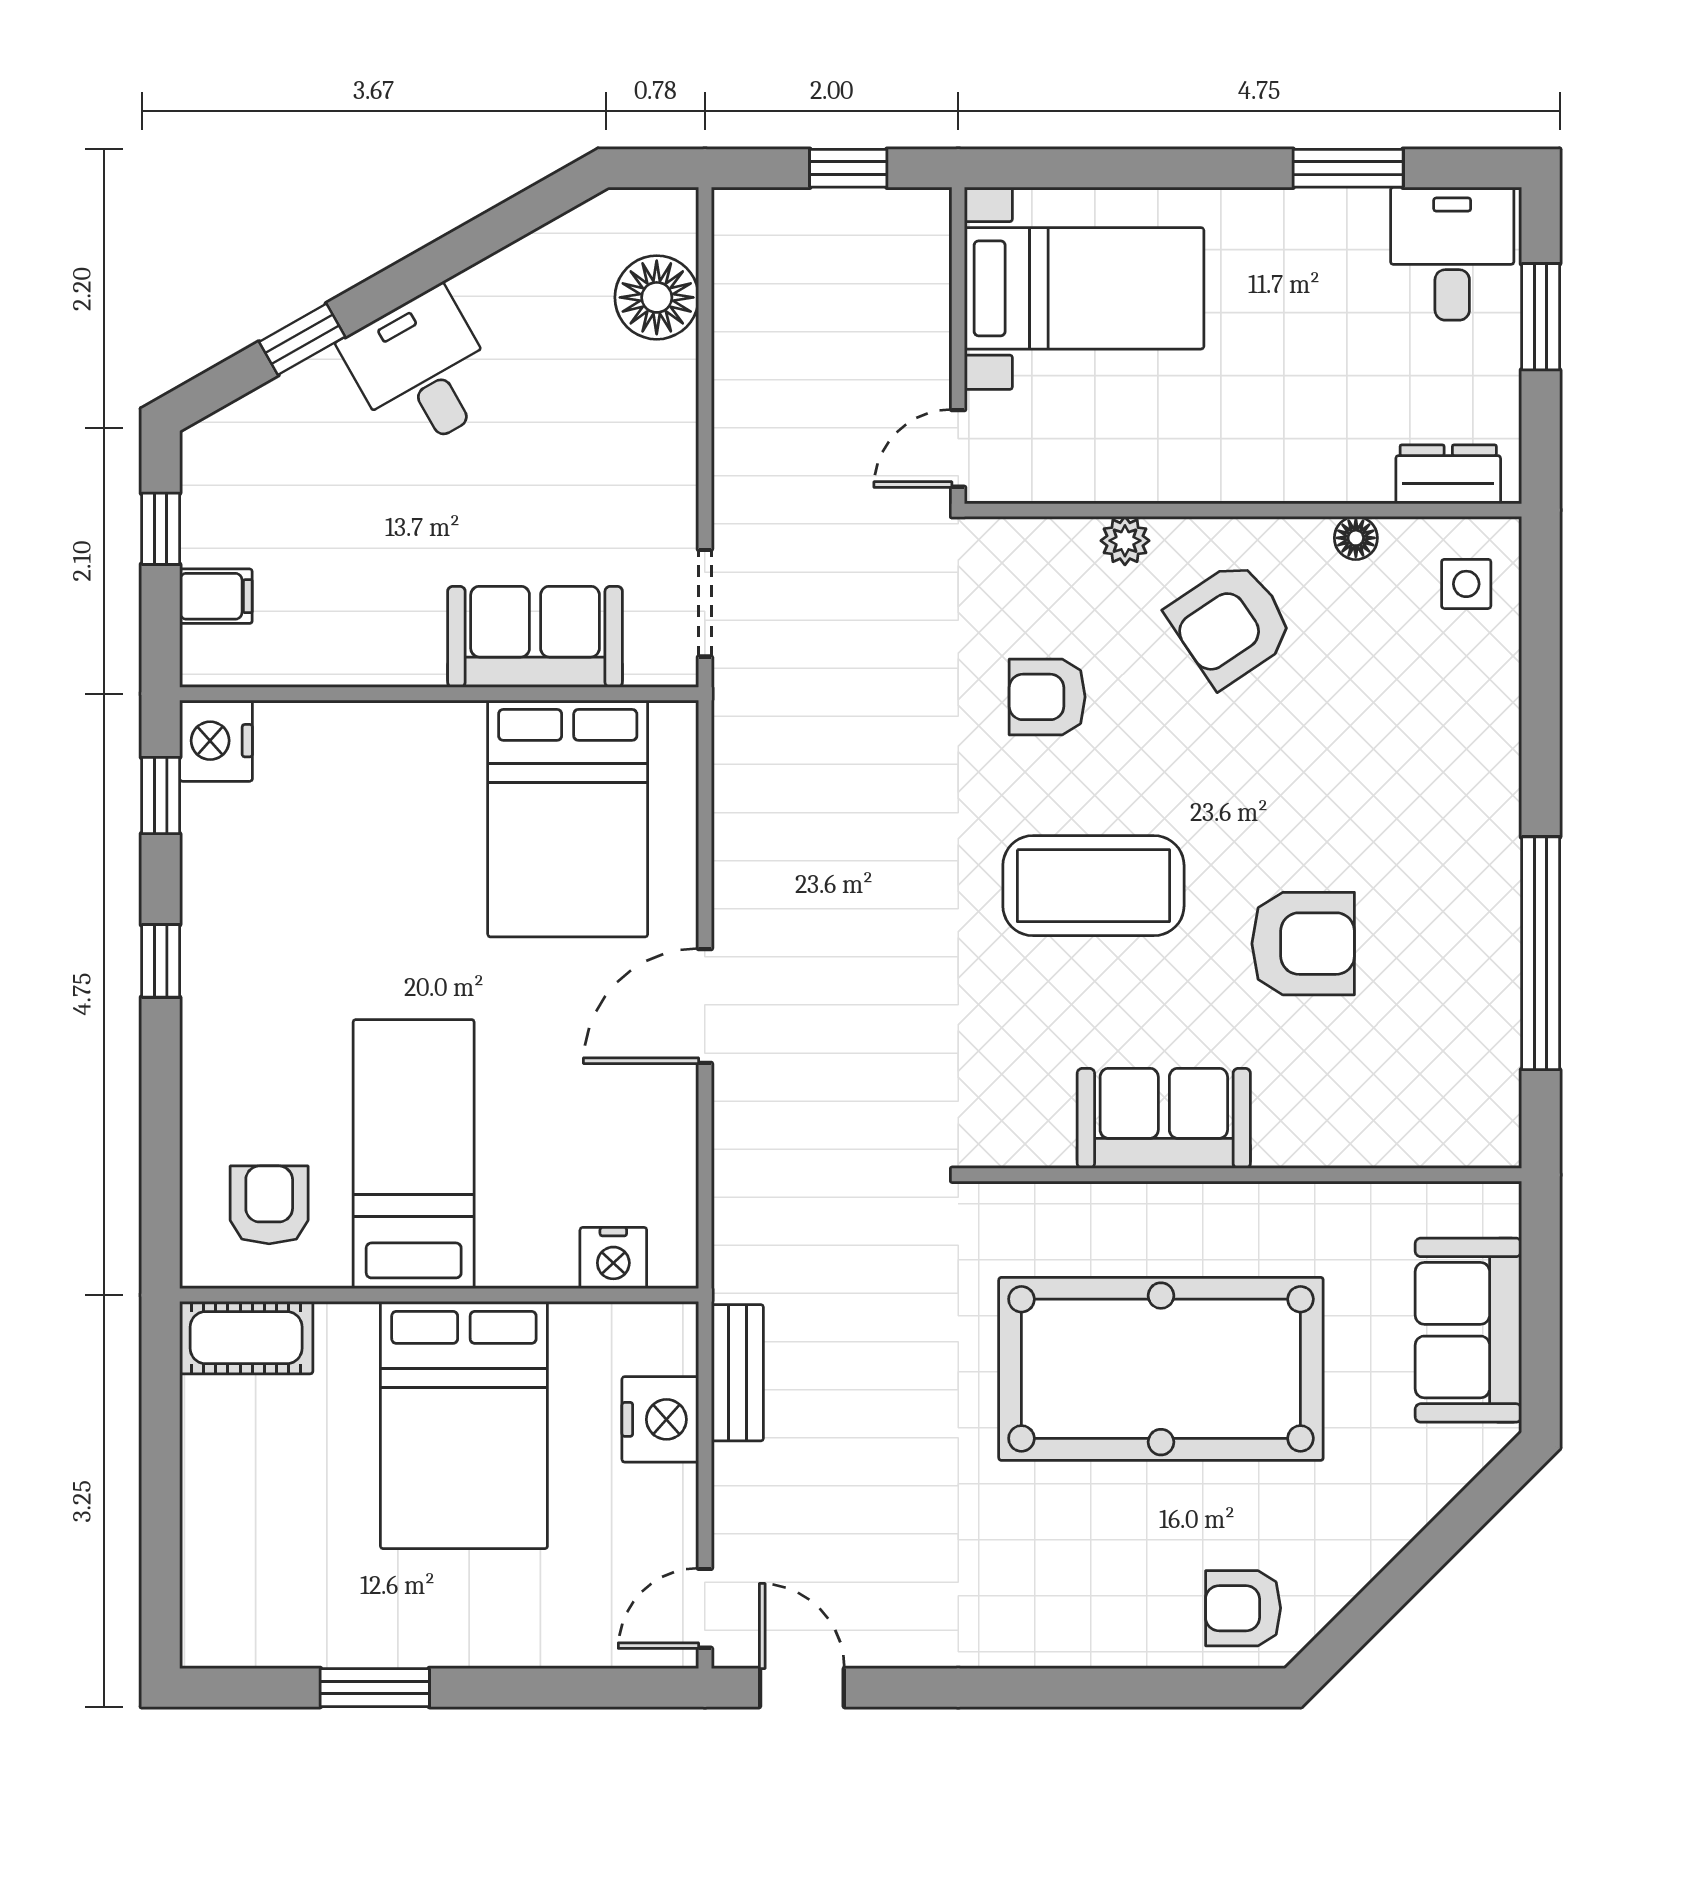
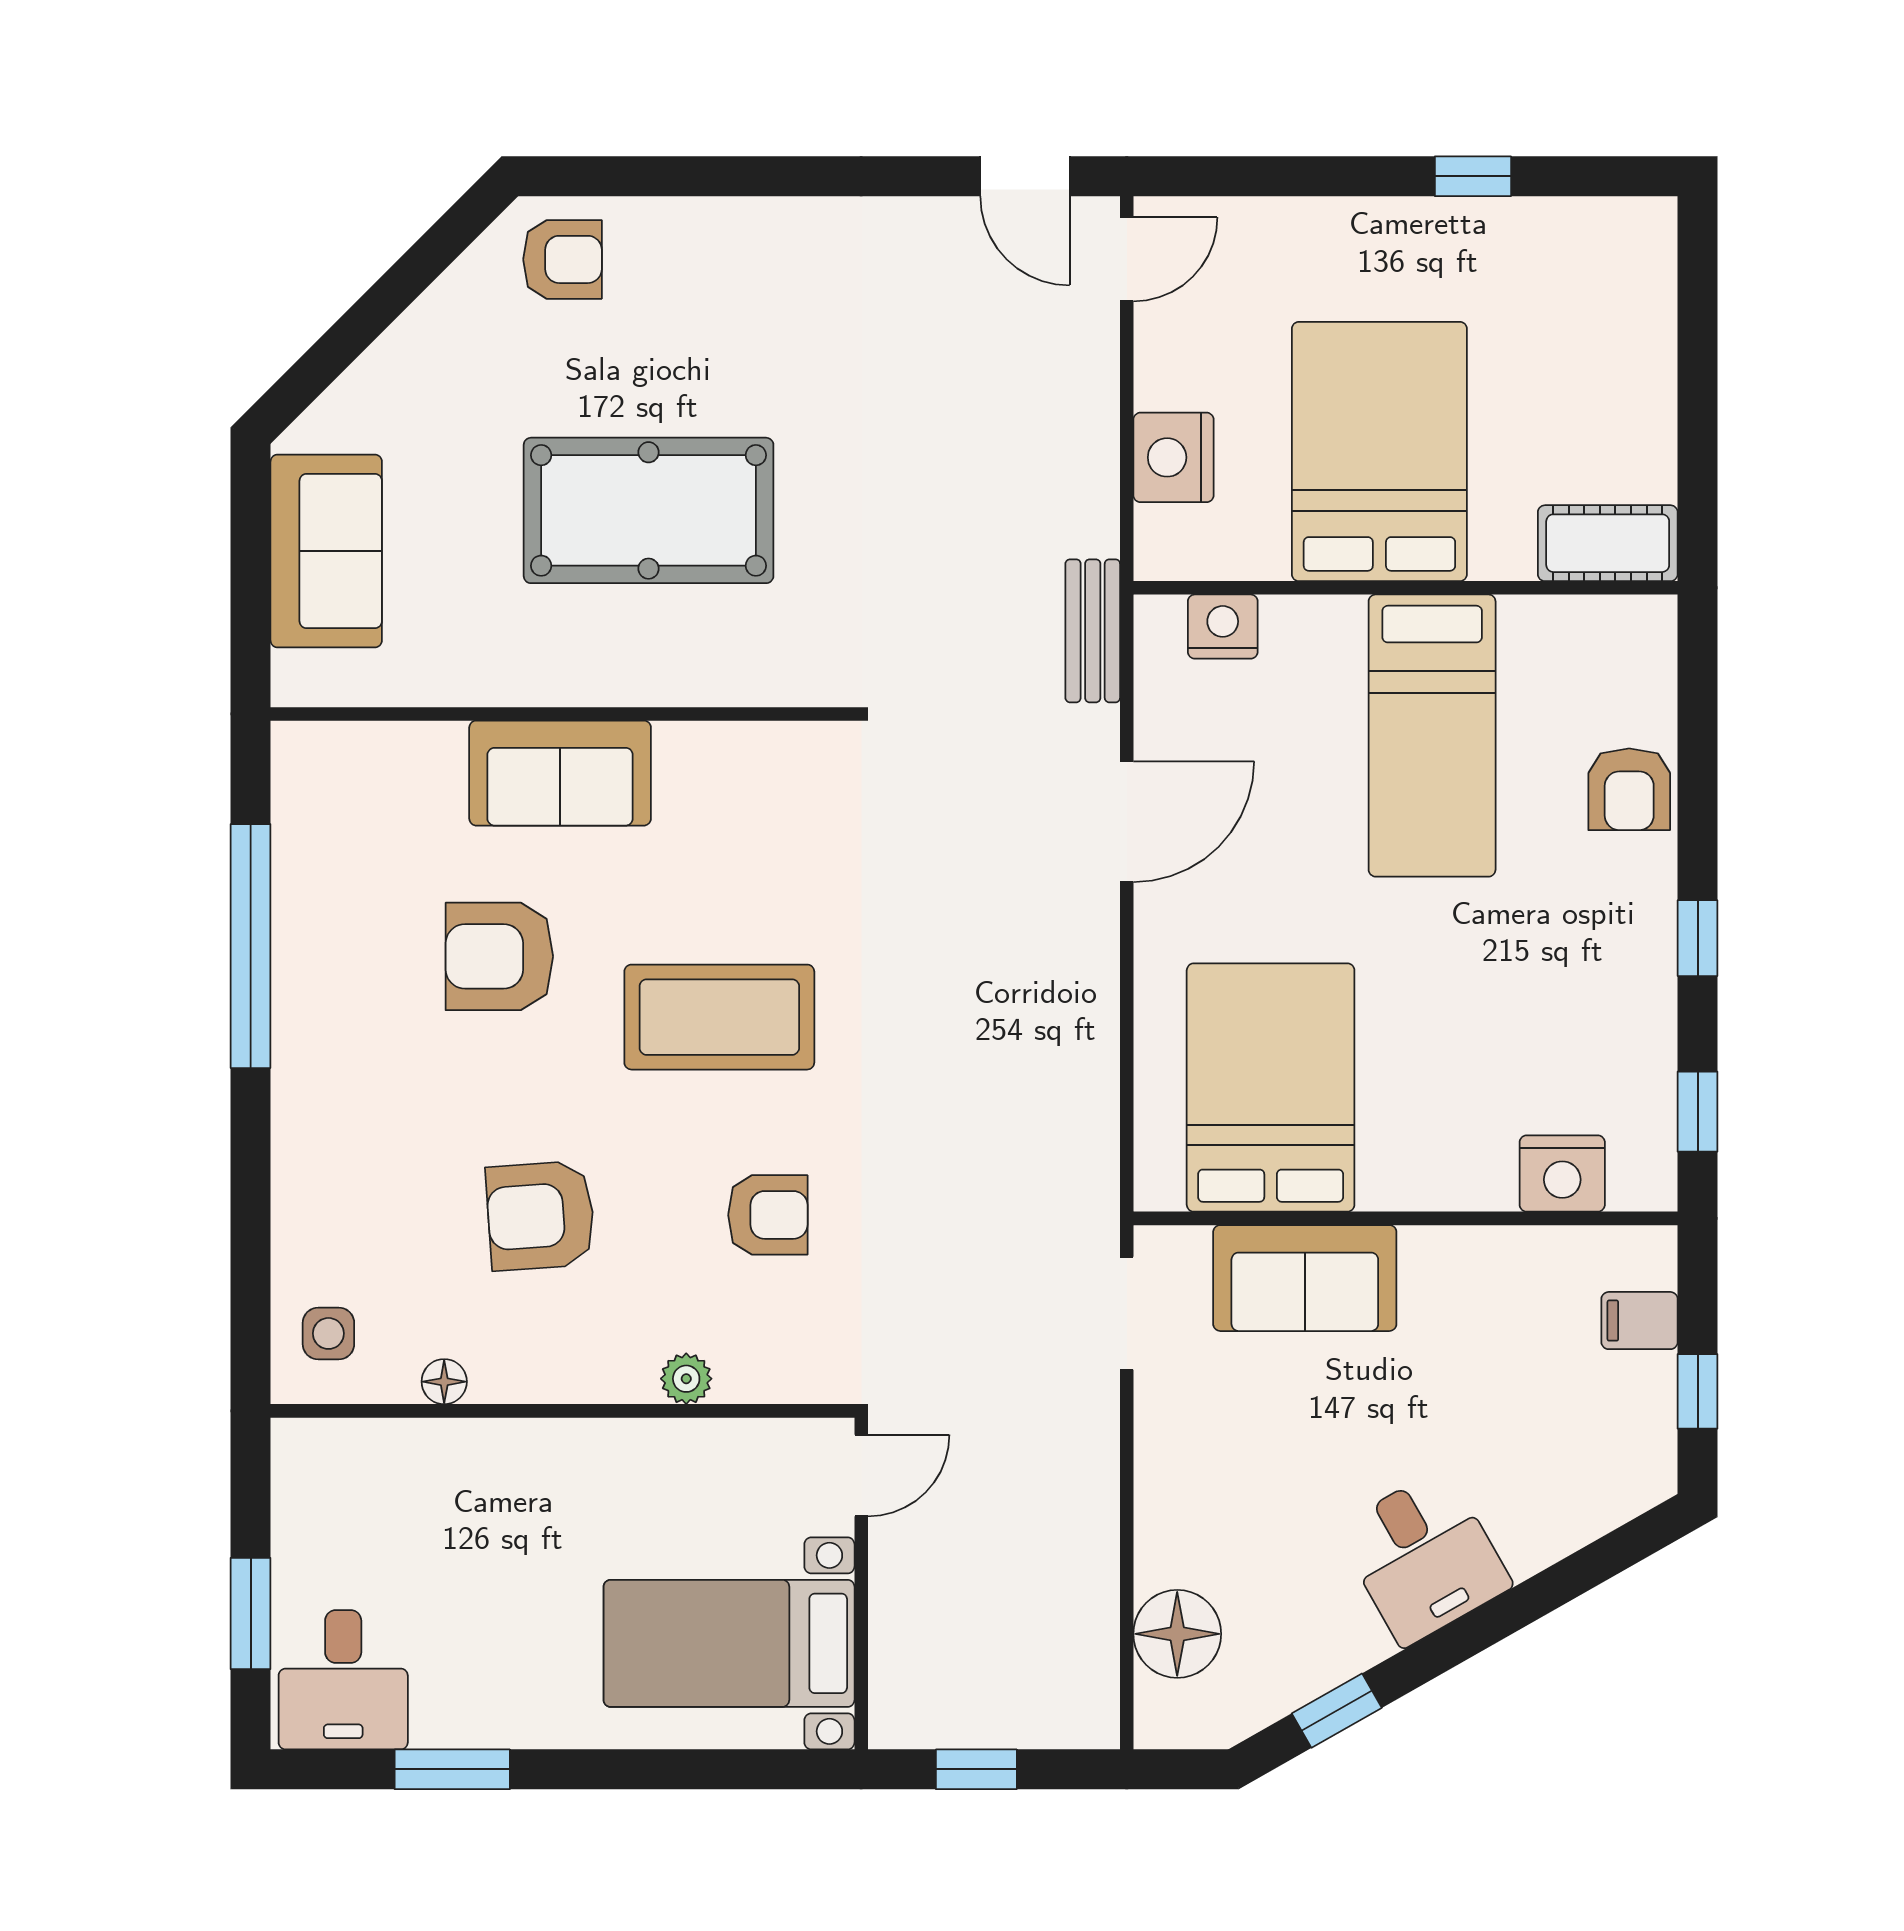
window: (302, 339) -> (1337, 1711), moved
dresser: (1448, 474) -> (347, 1448), removed
armchair: (1231, 624) -> (541, 1216), moved, turned -150
nightstand: (216, 741) -> (1562, 1174), moved, turned 90
door: (705, 1006) -> (1127, 822), moved
sofa: (1164, 1118) -> (560, 773), moved
armchair: (269, 1205) -> (1629, 789), moved
pool table: (1161, 1369) -> (649, 510), width x0.73, depth x0.76
bench: (737, 1373) -> (1093, 631), moved
window: (375, 1688) -> (1473, 176), width x0.67

